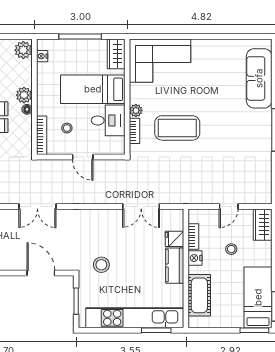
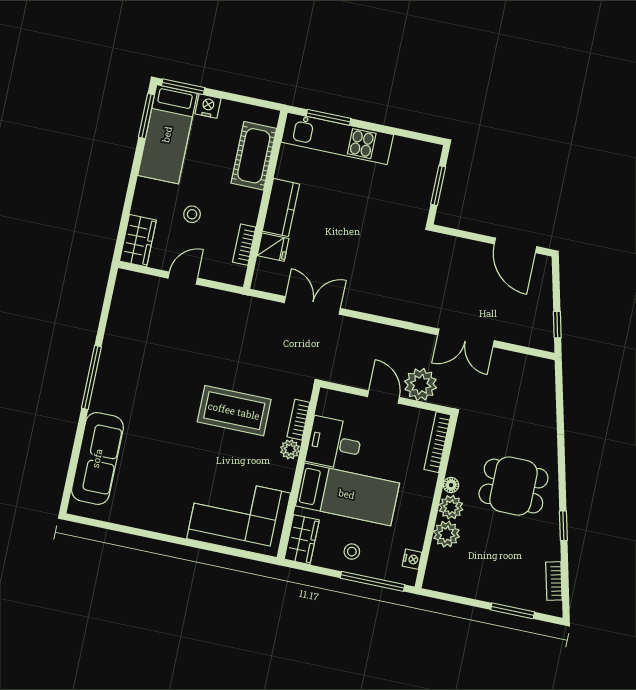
window: (80, 36) -> (373, 581), moved
plant: (23, 50) -> (446, 534), moved
stool: (67, 128) -> (352, 552), moved
plant: (60, 170) -> (421, 384), added
double door: (37, 207) -> (466, 338), swing flipped
nightstand: (195, 258) -> (208, 106), moved, turned -90
stool: (101, 265) -> (389, 232), removed
door: (41, 273) -> (516, 245), moved
kitchen unit: (135, 318) -> (337, 138), width x0.73

